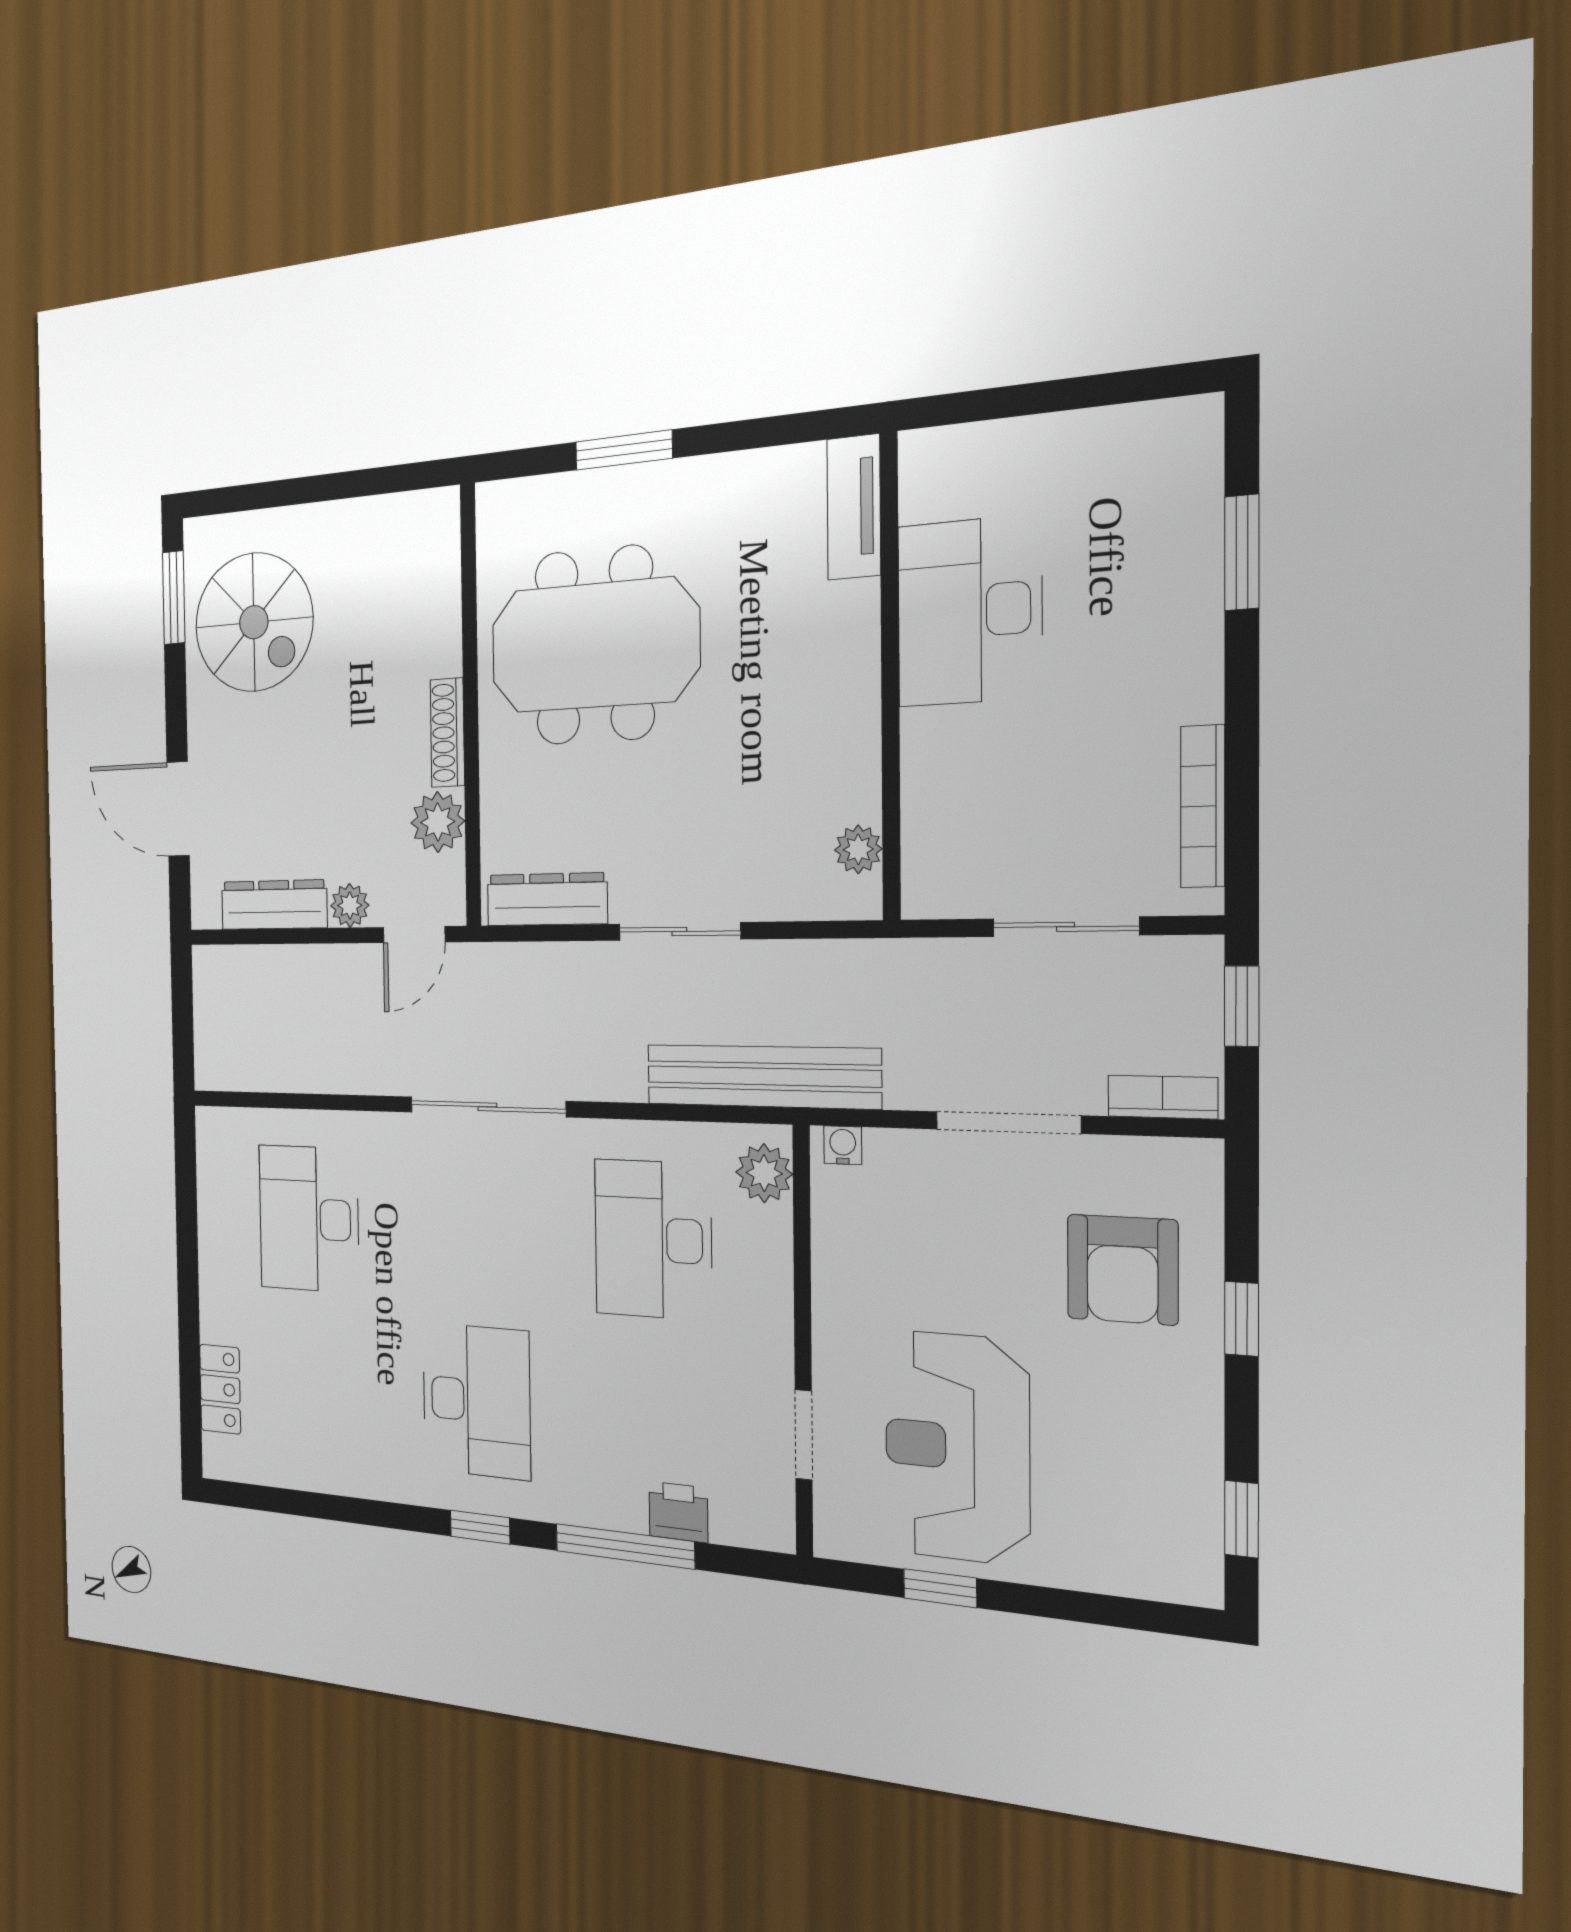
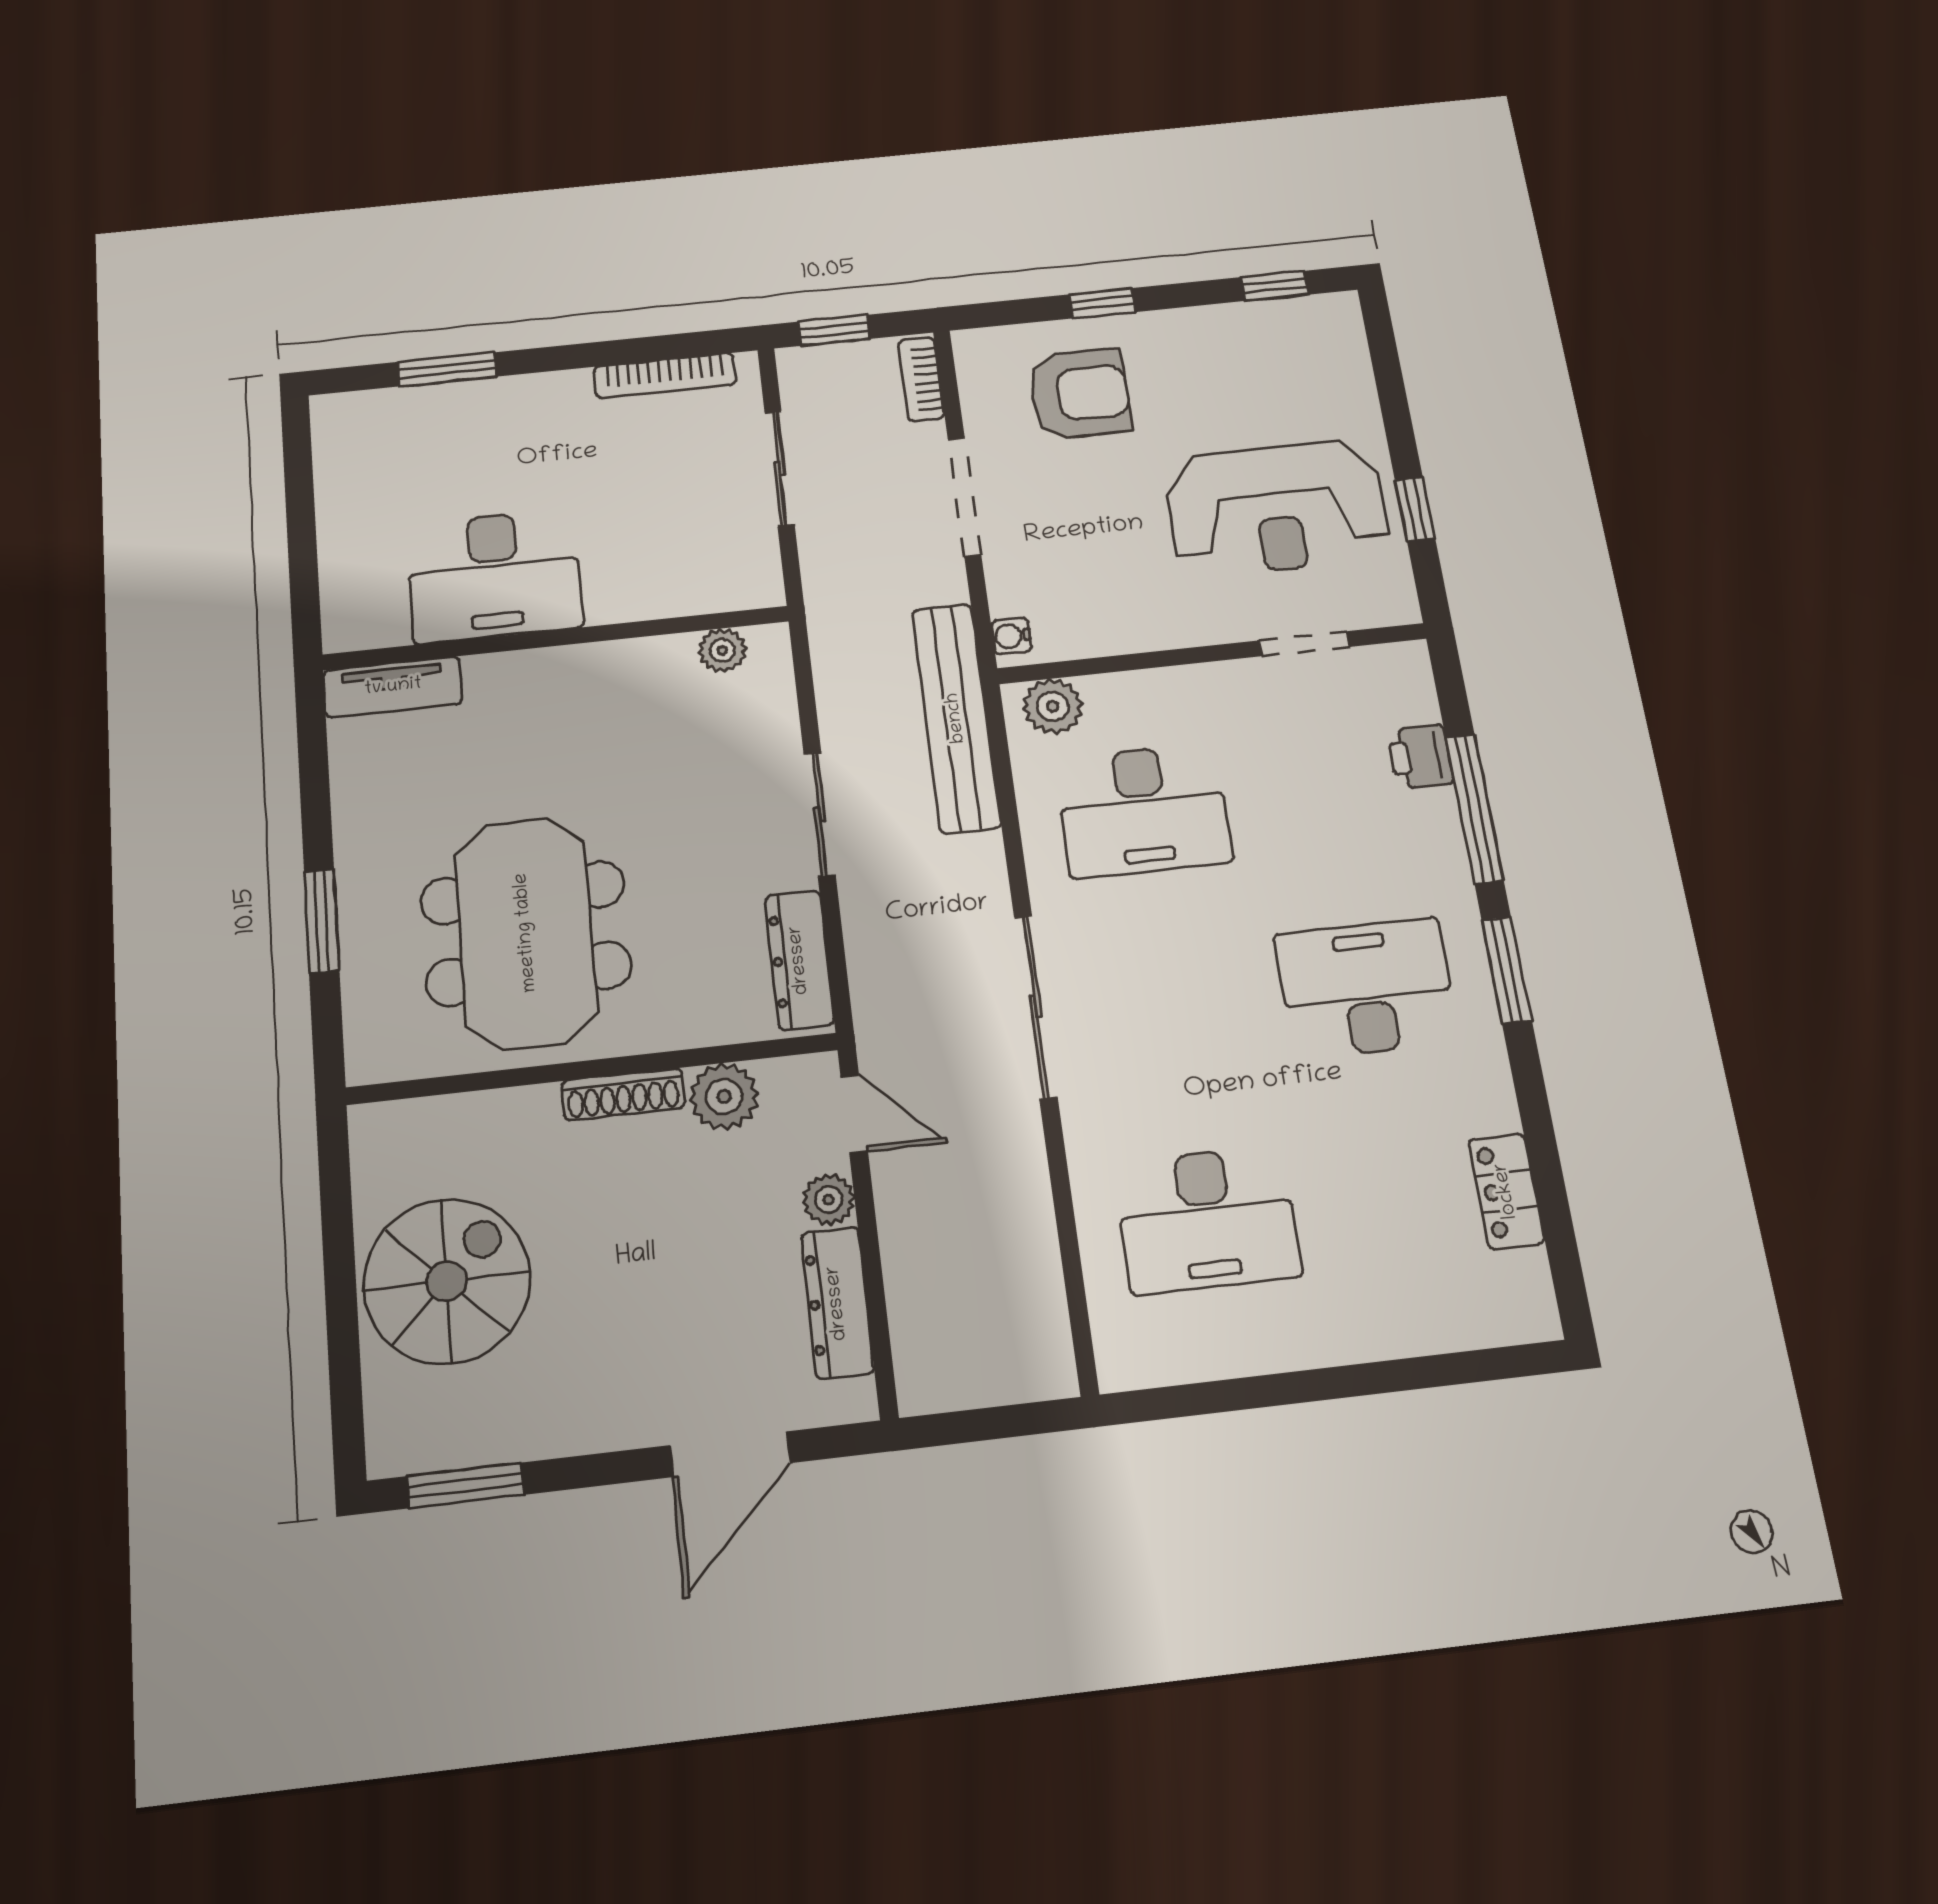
spiral stairs: (254, 622) -> (447, 1281), moved
locker: (220, 1389) -> (1506, 1191), moved, turned -90
window: (480, 1527) -> (1507, 970), width x1.50

